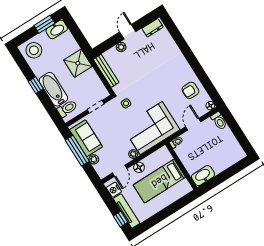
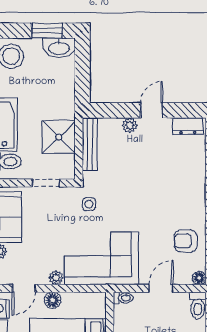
shower: (78, 63) -> (59, 137), moved

